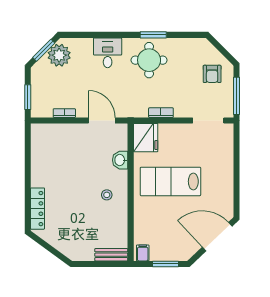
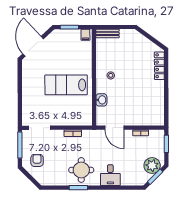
plant: (59, 55) -> (152, 166), moved
fridge: (146, 138) -> (84, 116), removed
lab bench: (170, 181) -> (66, 85), turned 180
door: (217, 237) -> (33, 46), swing flipped

